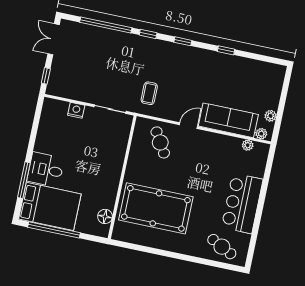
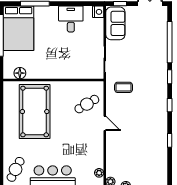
nightstand: (76, 110) -> (98, 12), moved
sofa: (228, 120) -> (115, 23), moved, width x0.73
desk: (46, 170) -> (71, 19), moved

